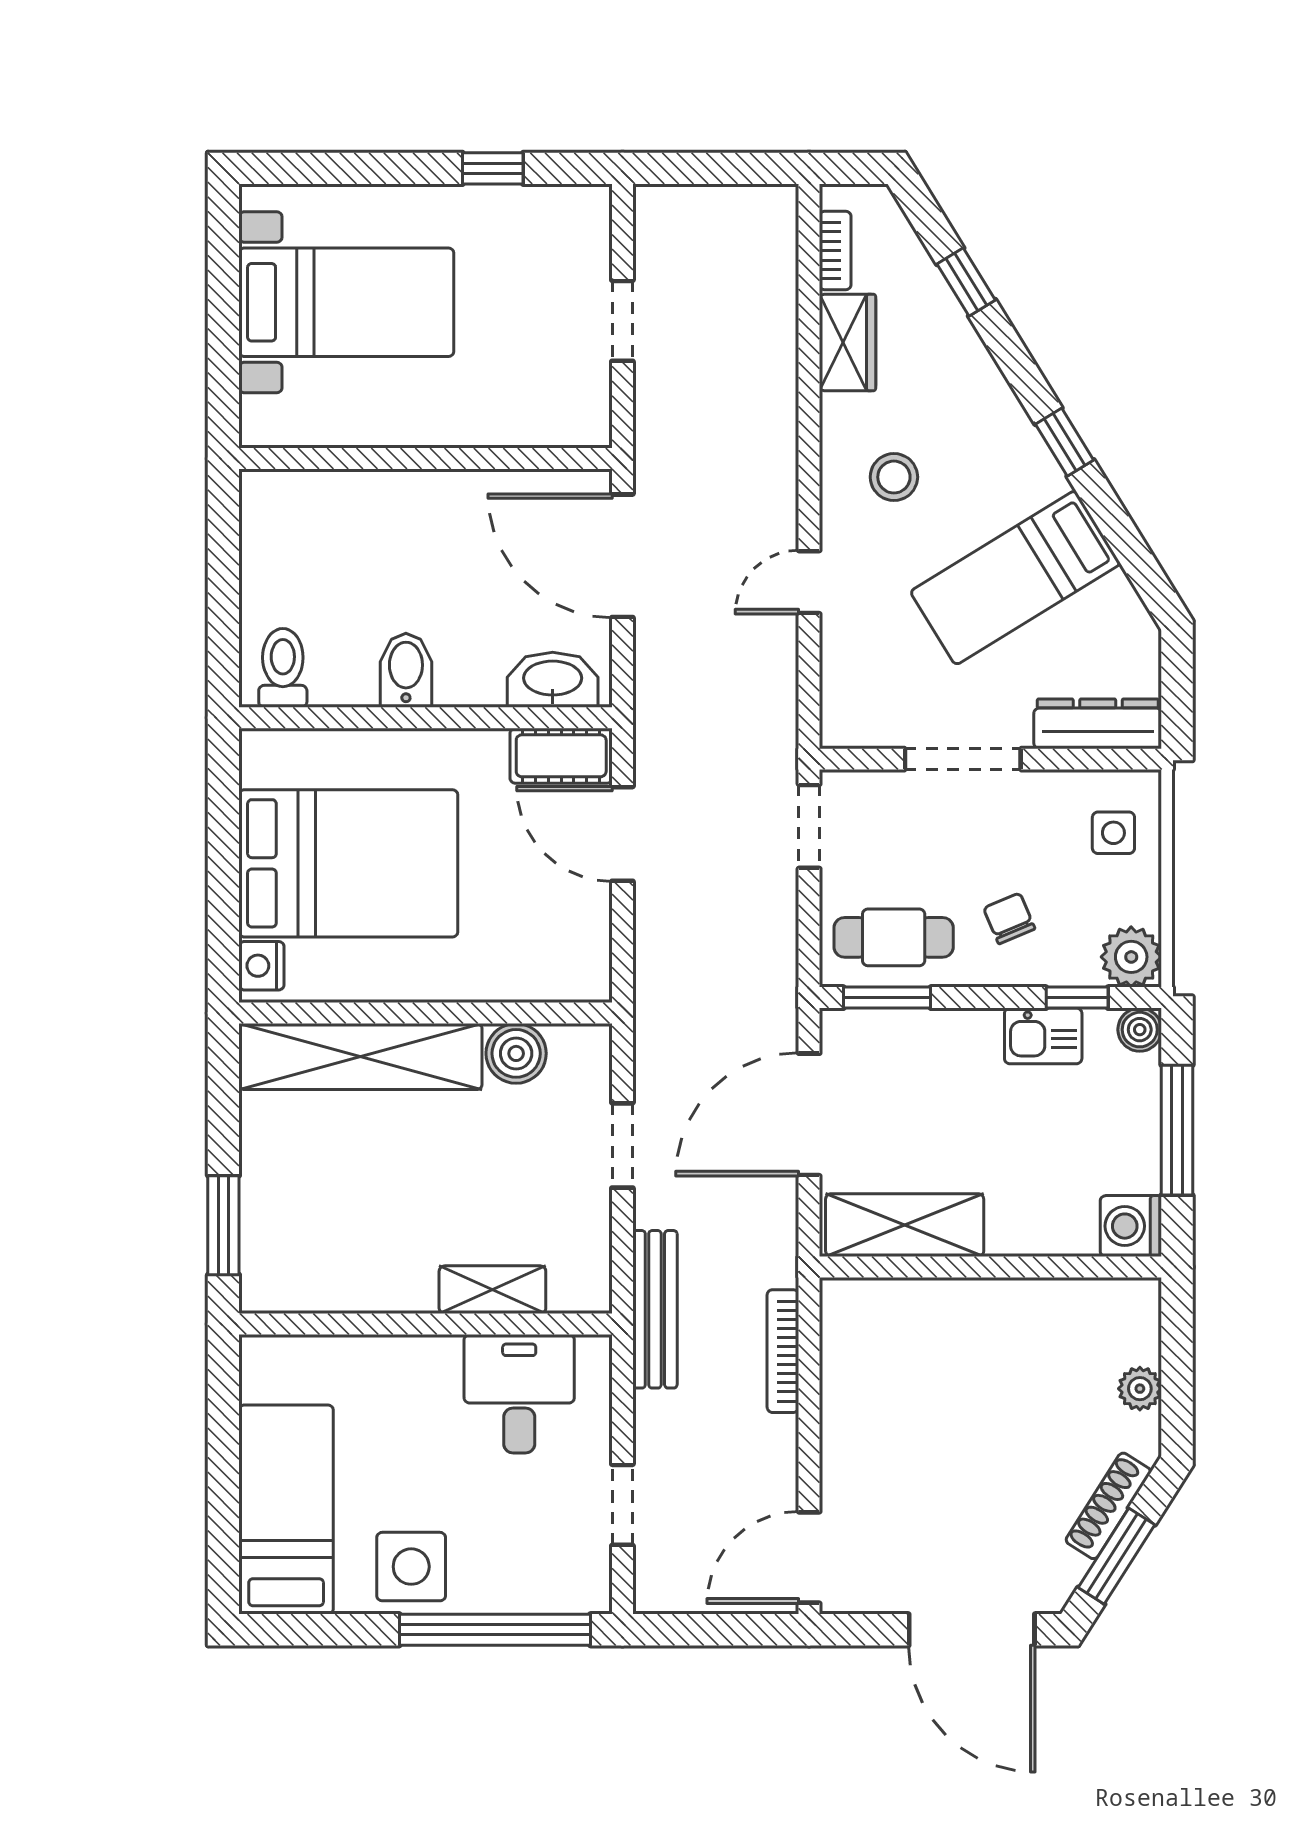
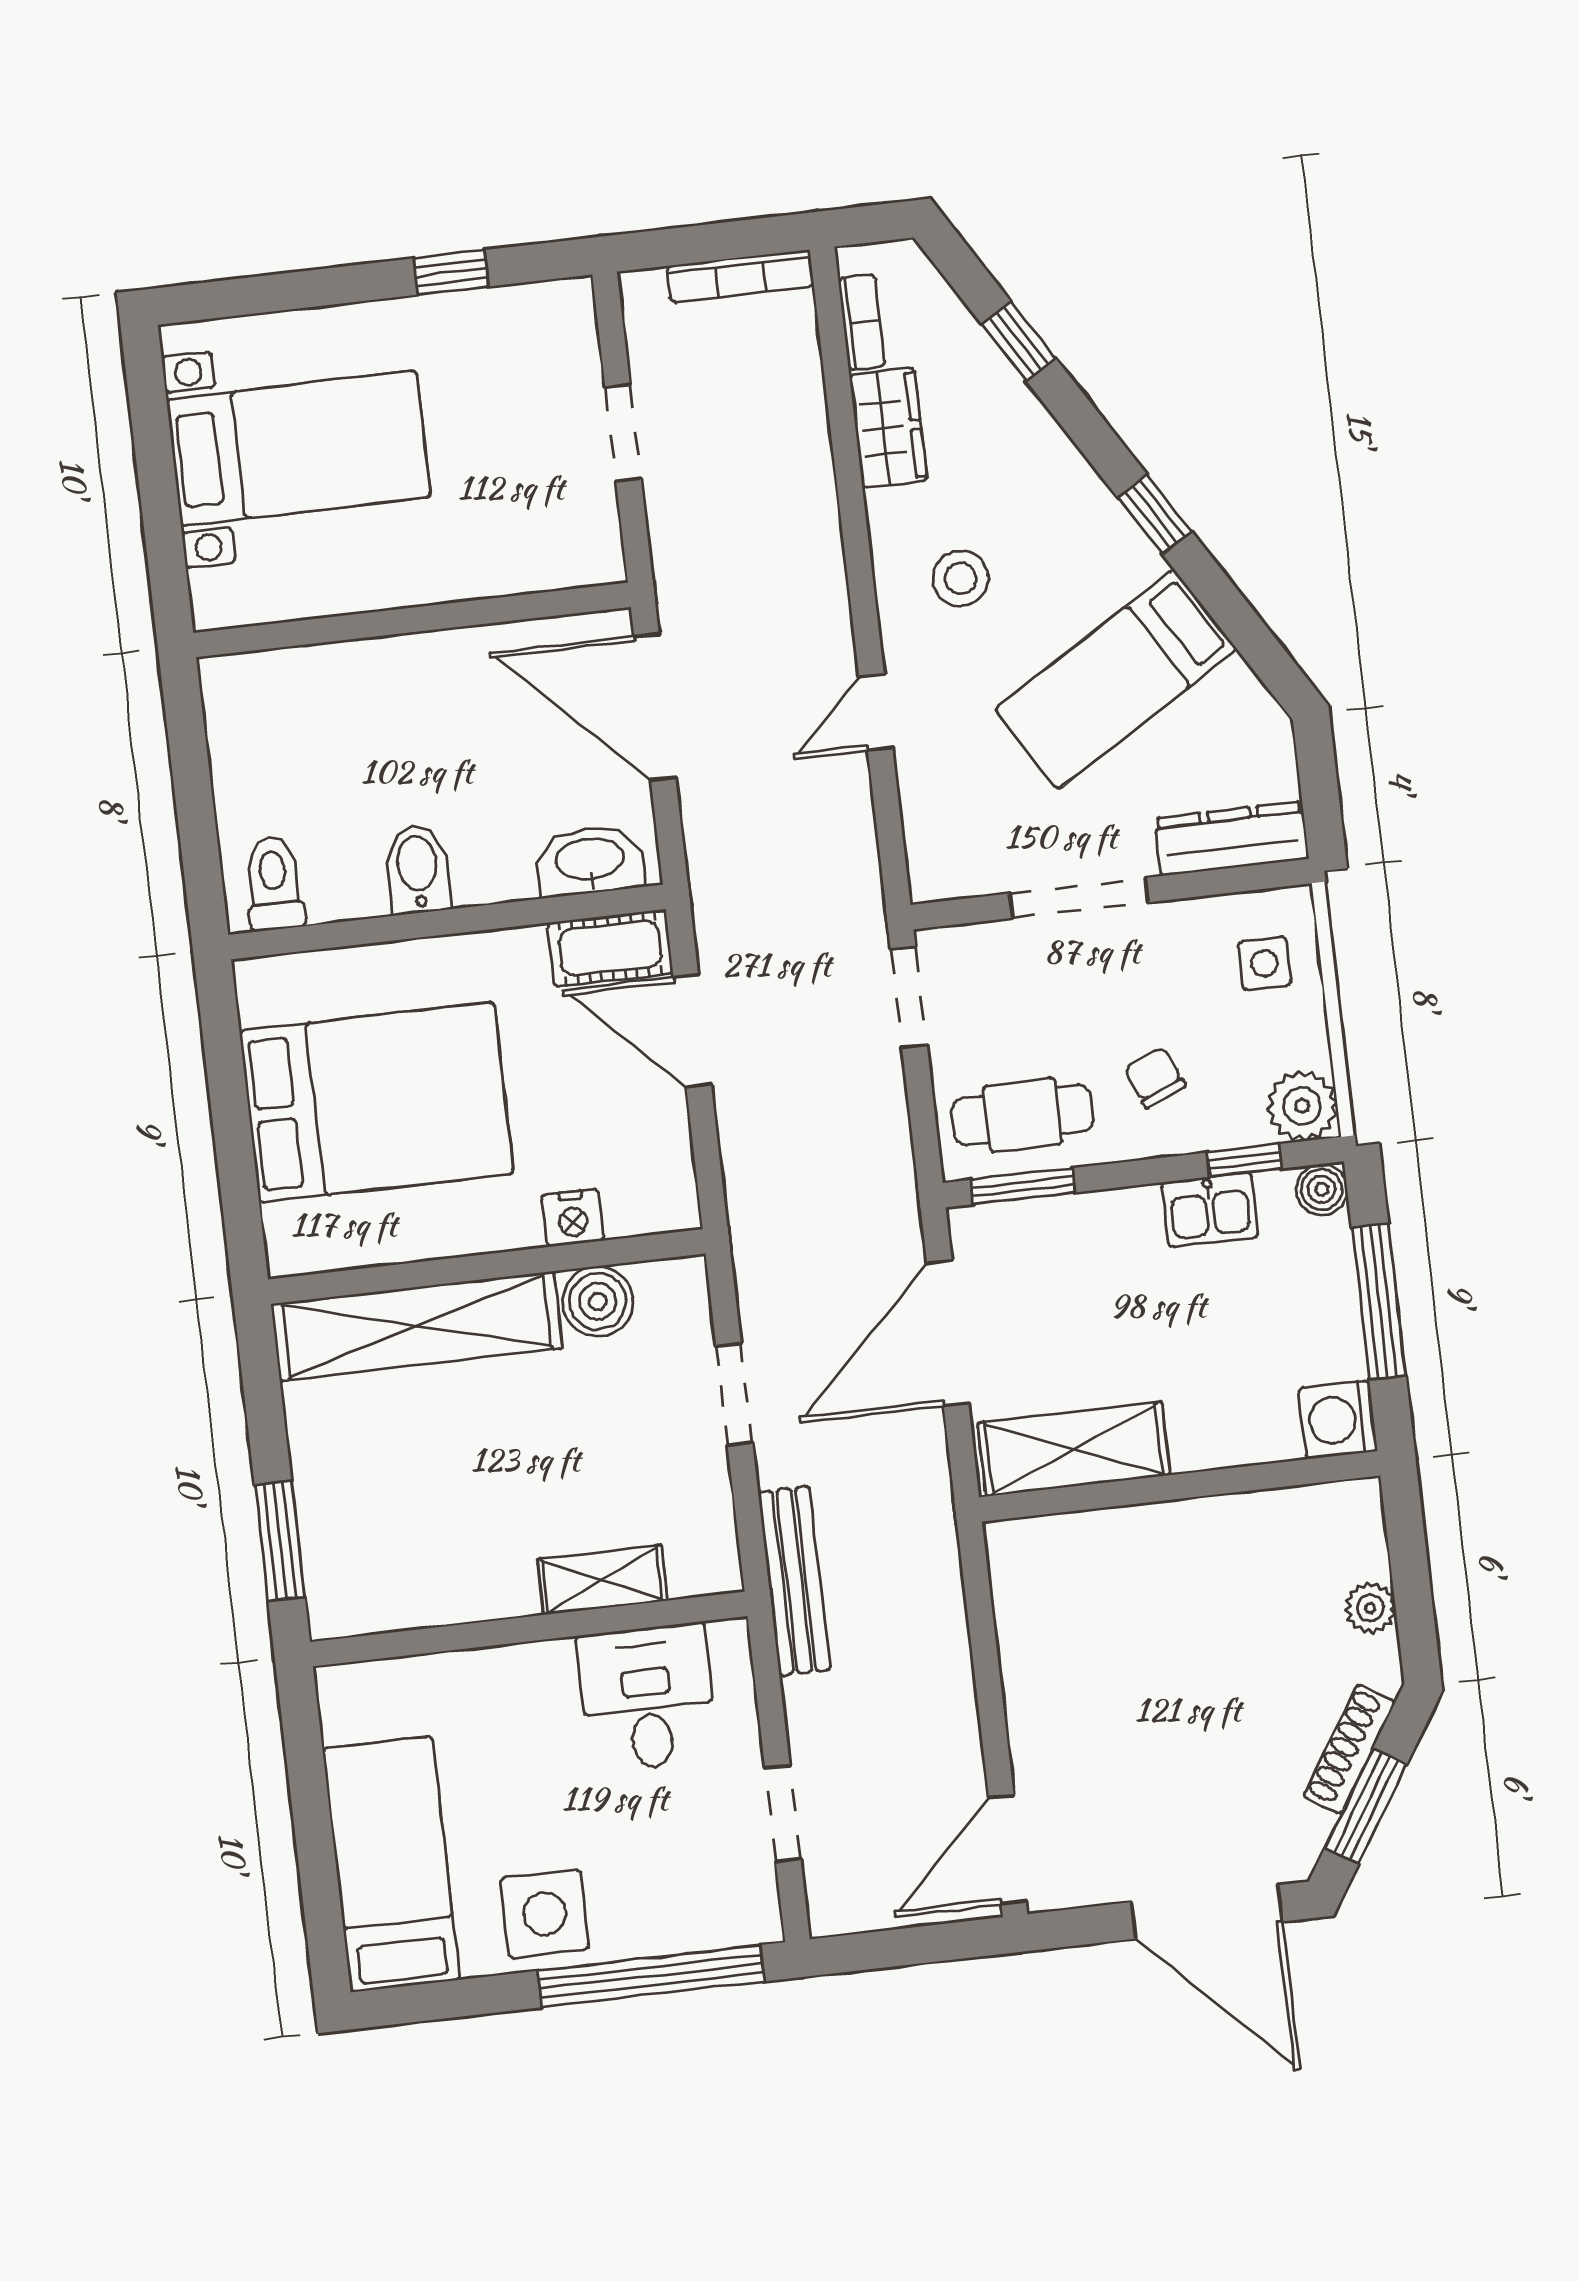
nightstand: (261, 966) -> (573, 1218), moved, turned -90
bookcase: (783, 1351) -> (740, 276), moved, turned -90

